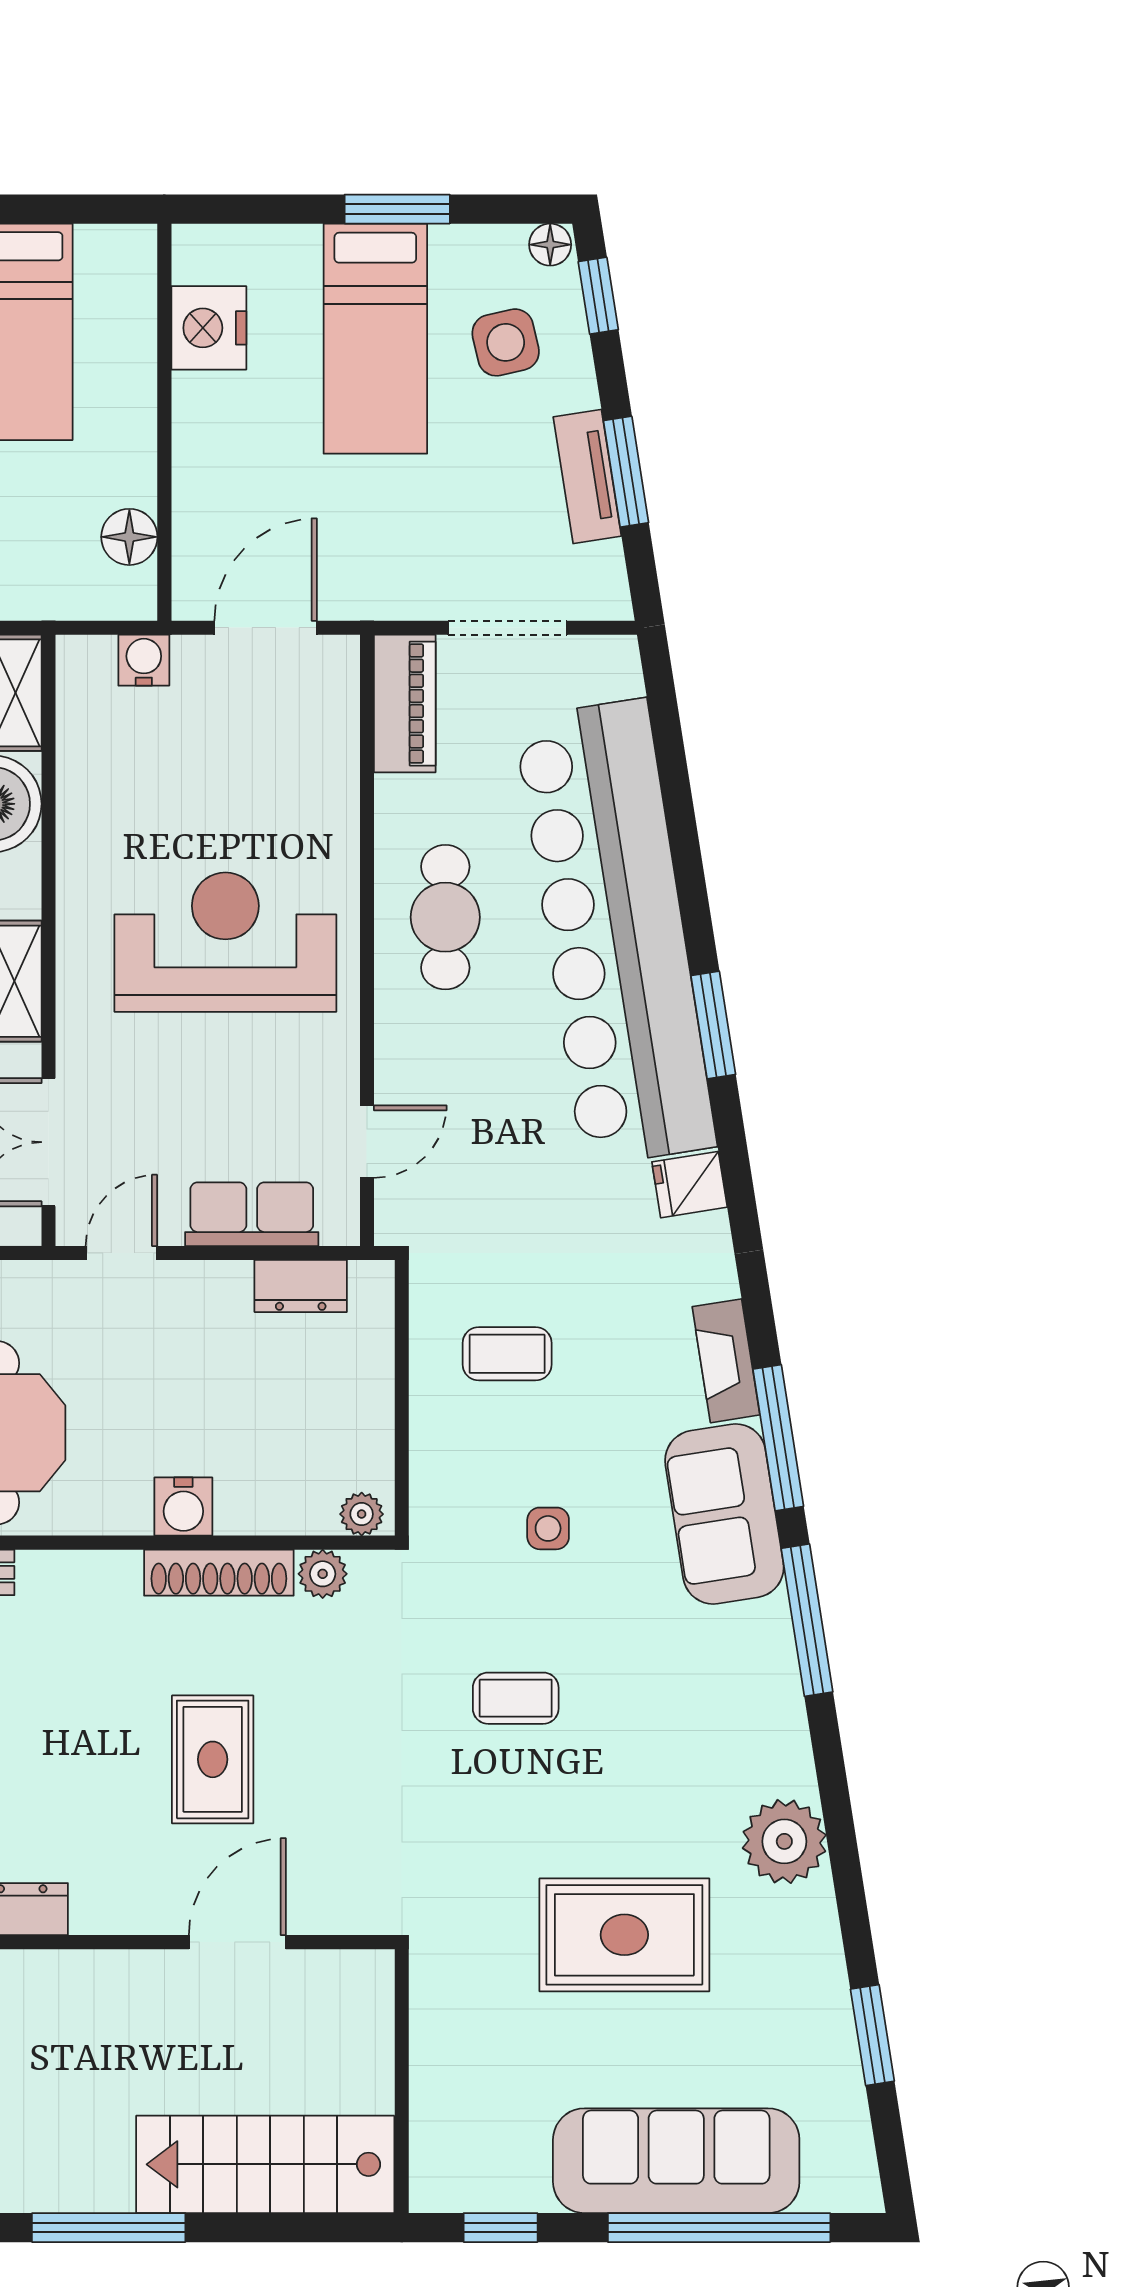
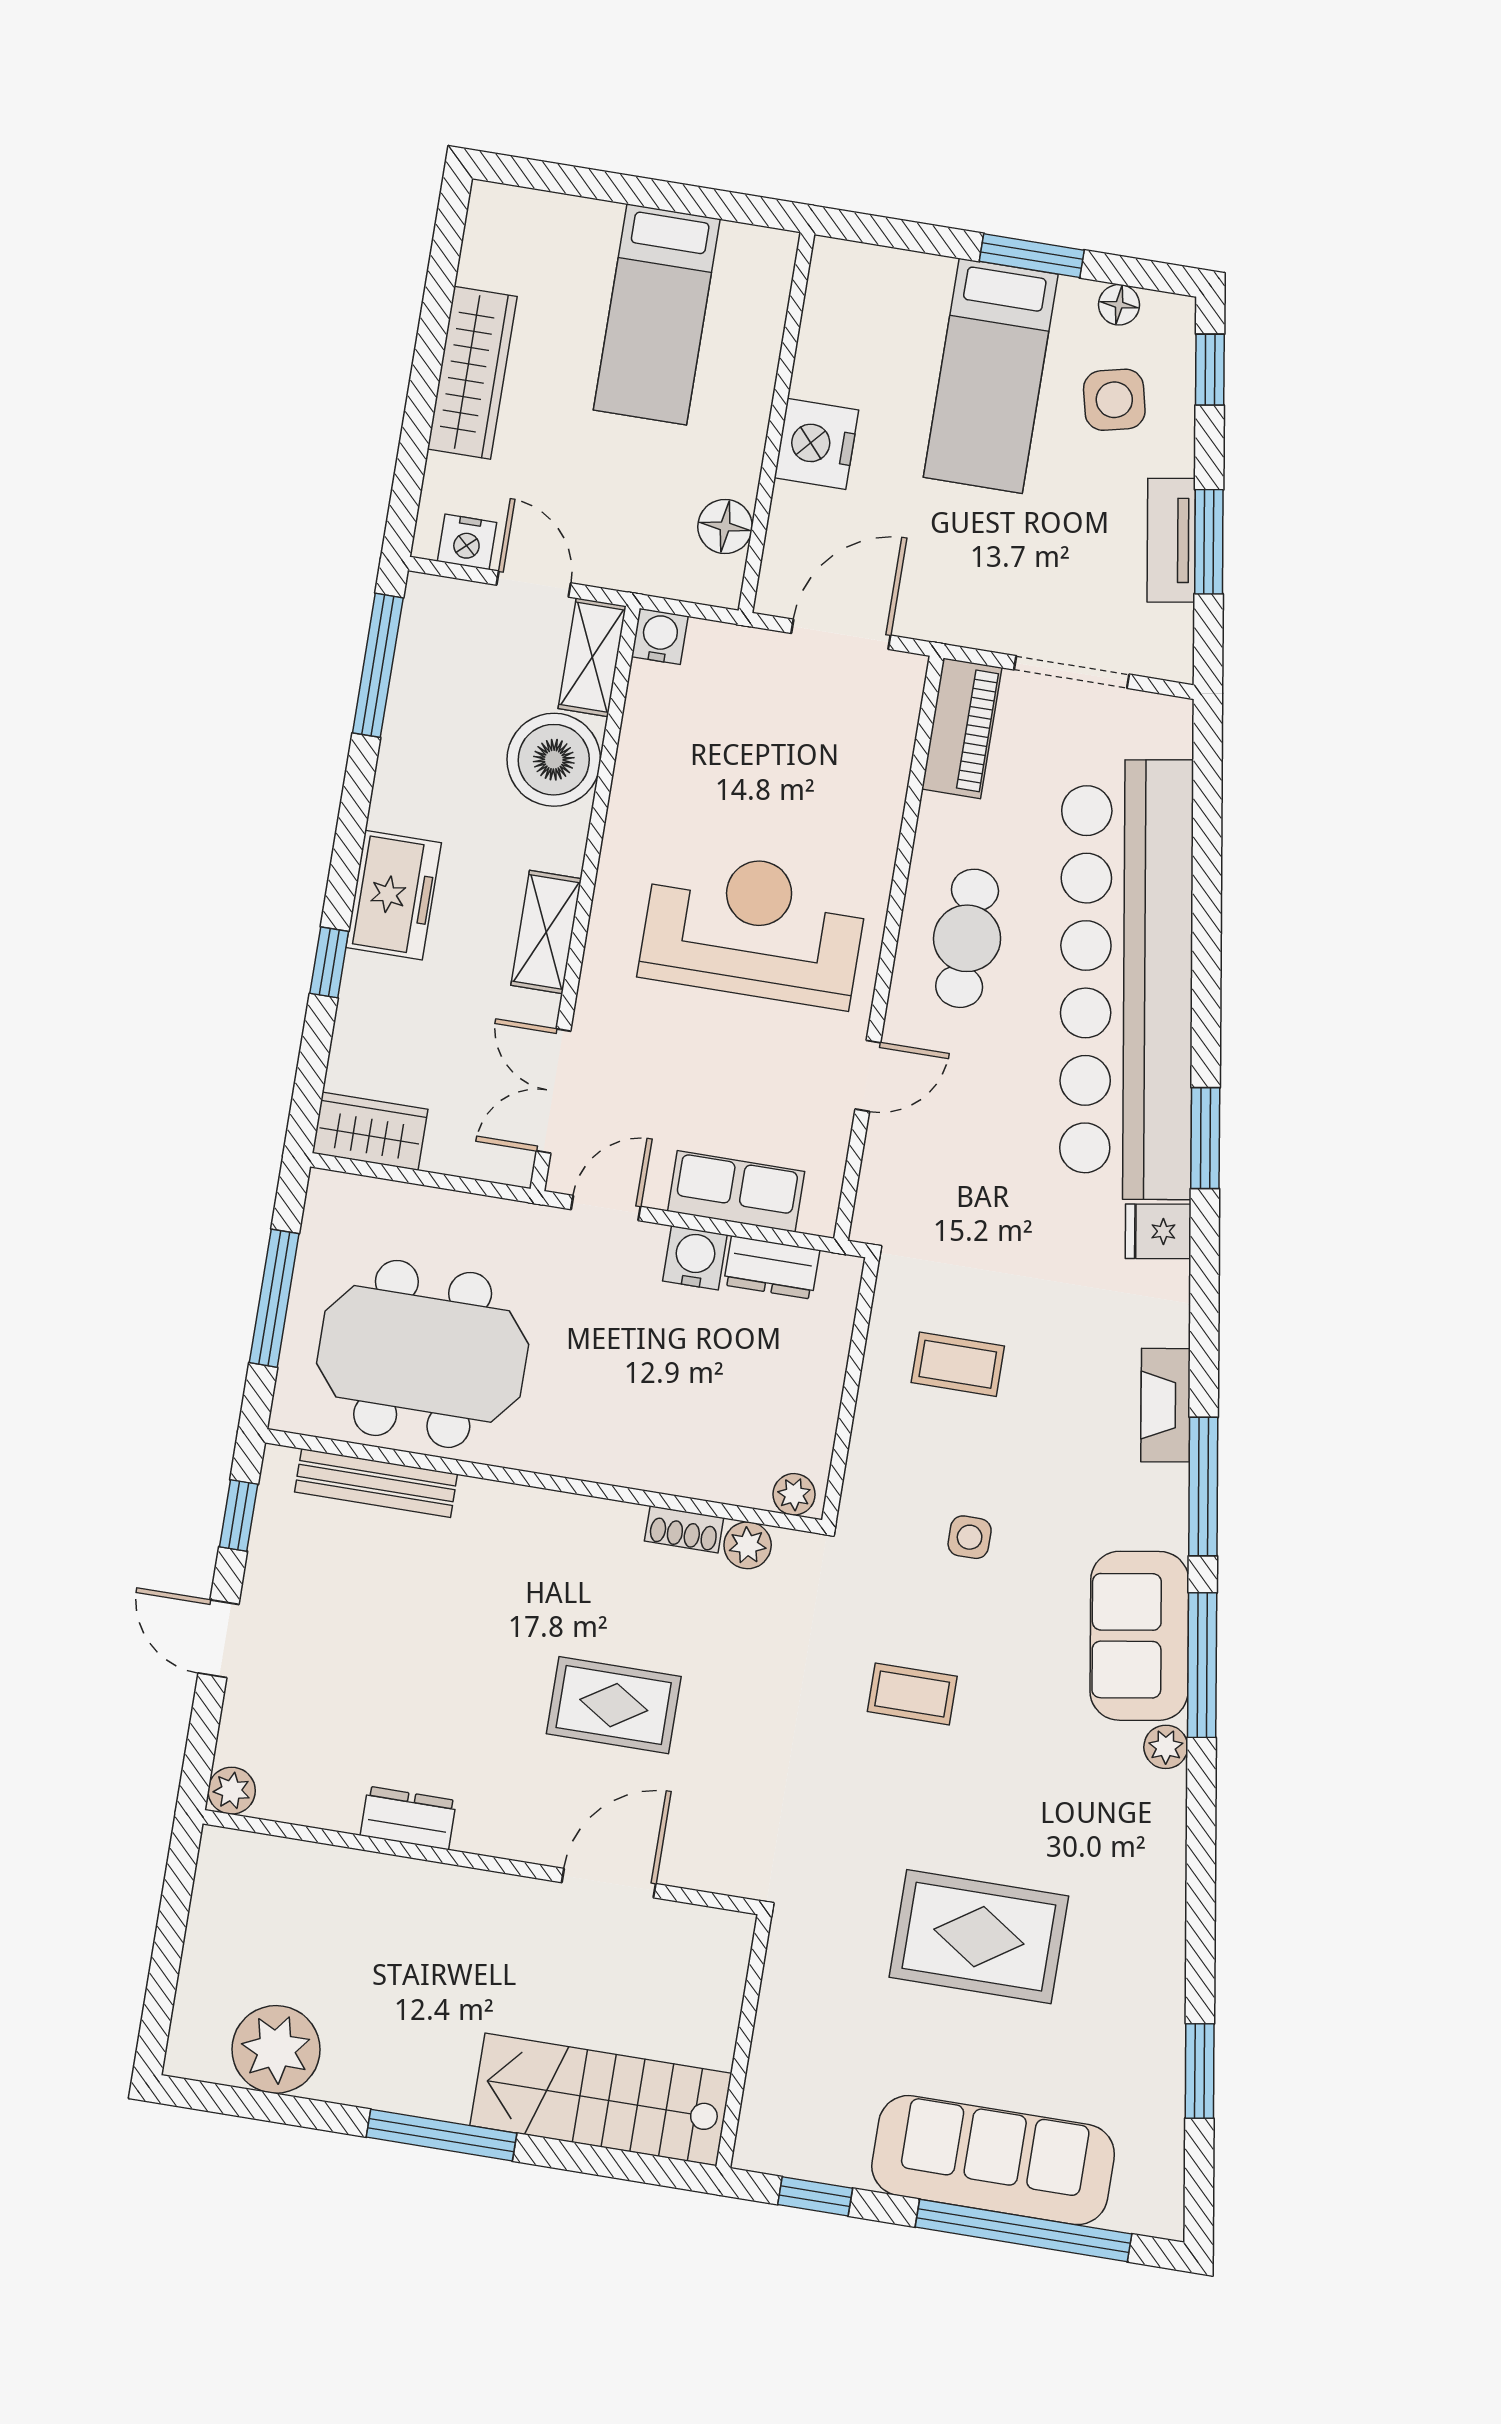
floor lamp: (550, 245) -> (1119, 305), moved
nightstand: (209, 328) -> (816, 444), moved
water cooler: (144, 660) -> (660, 636), moved
window: (713, 1025) -> (1205, 1138), moved
door: (367, 1142) -> (868, 1076), moved
water cooler: (183, 1507) -> (695, 1258), moved, turned 180
sofa: (724, 1514) -> (1139, 1636), moved
shoe rack: (219, 1573) -> (684, 1529), width x0.51, depth x0.81
rug: (213, 1759) -> (614, 1705), turned 90
plant: (784, 1841) -> (1166, 1747), moved, width x0.53, depth x0.53

